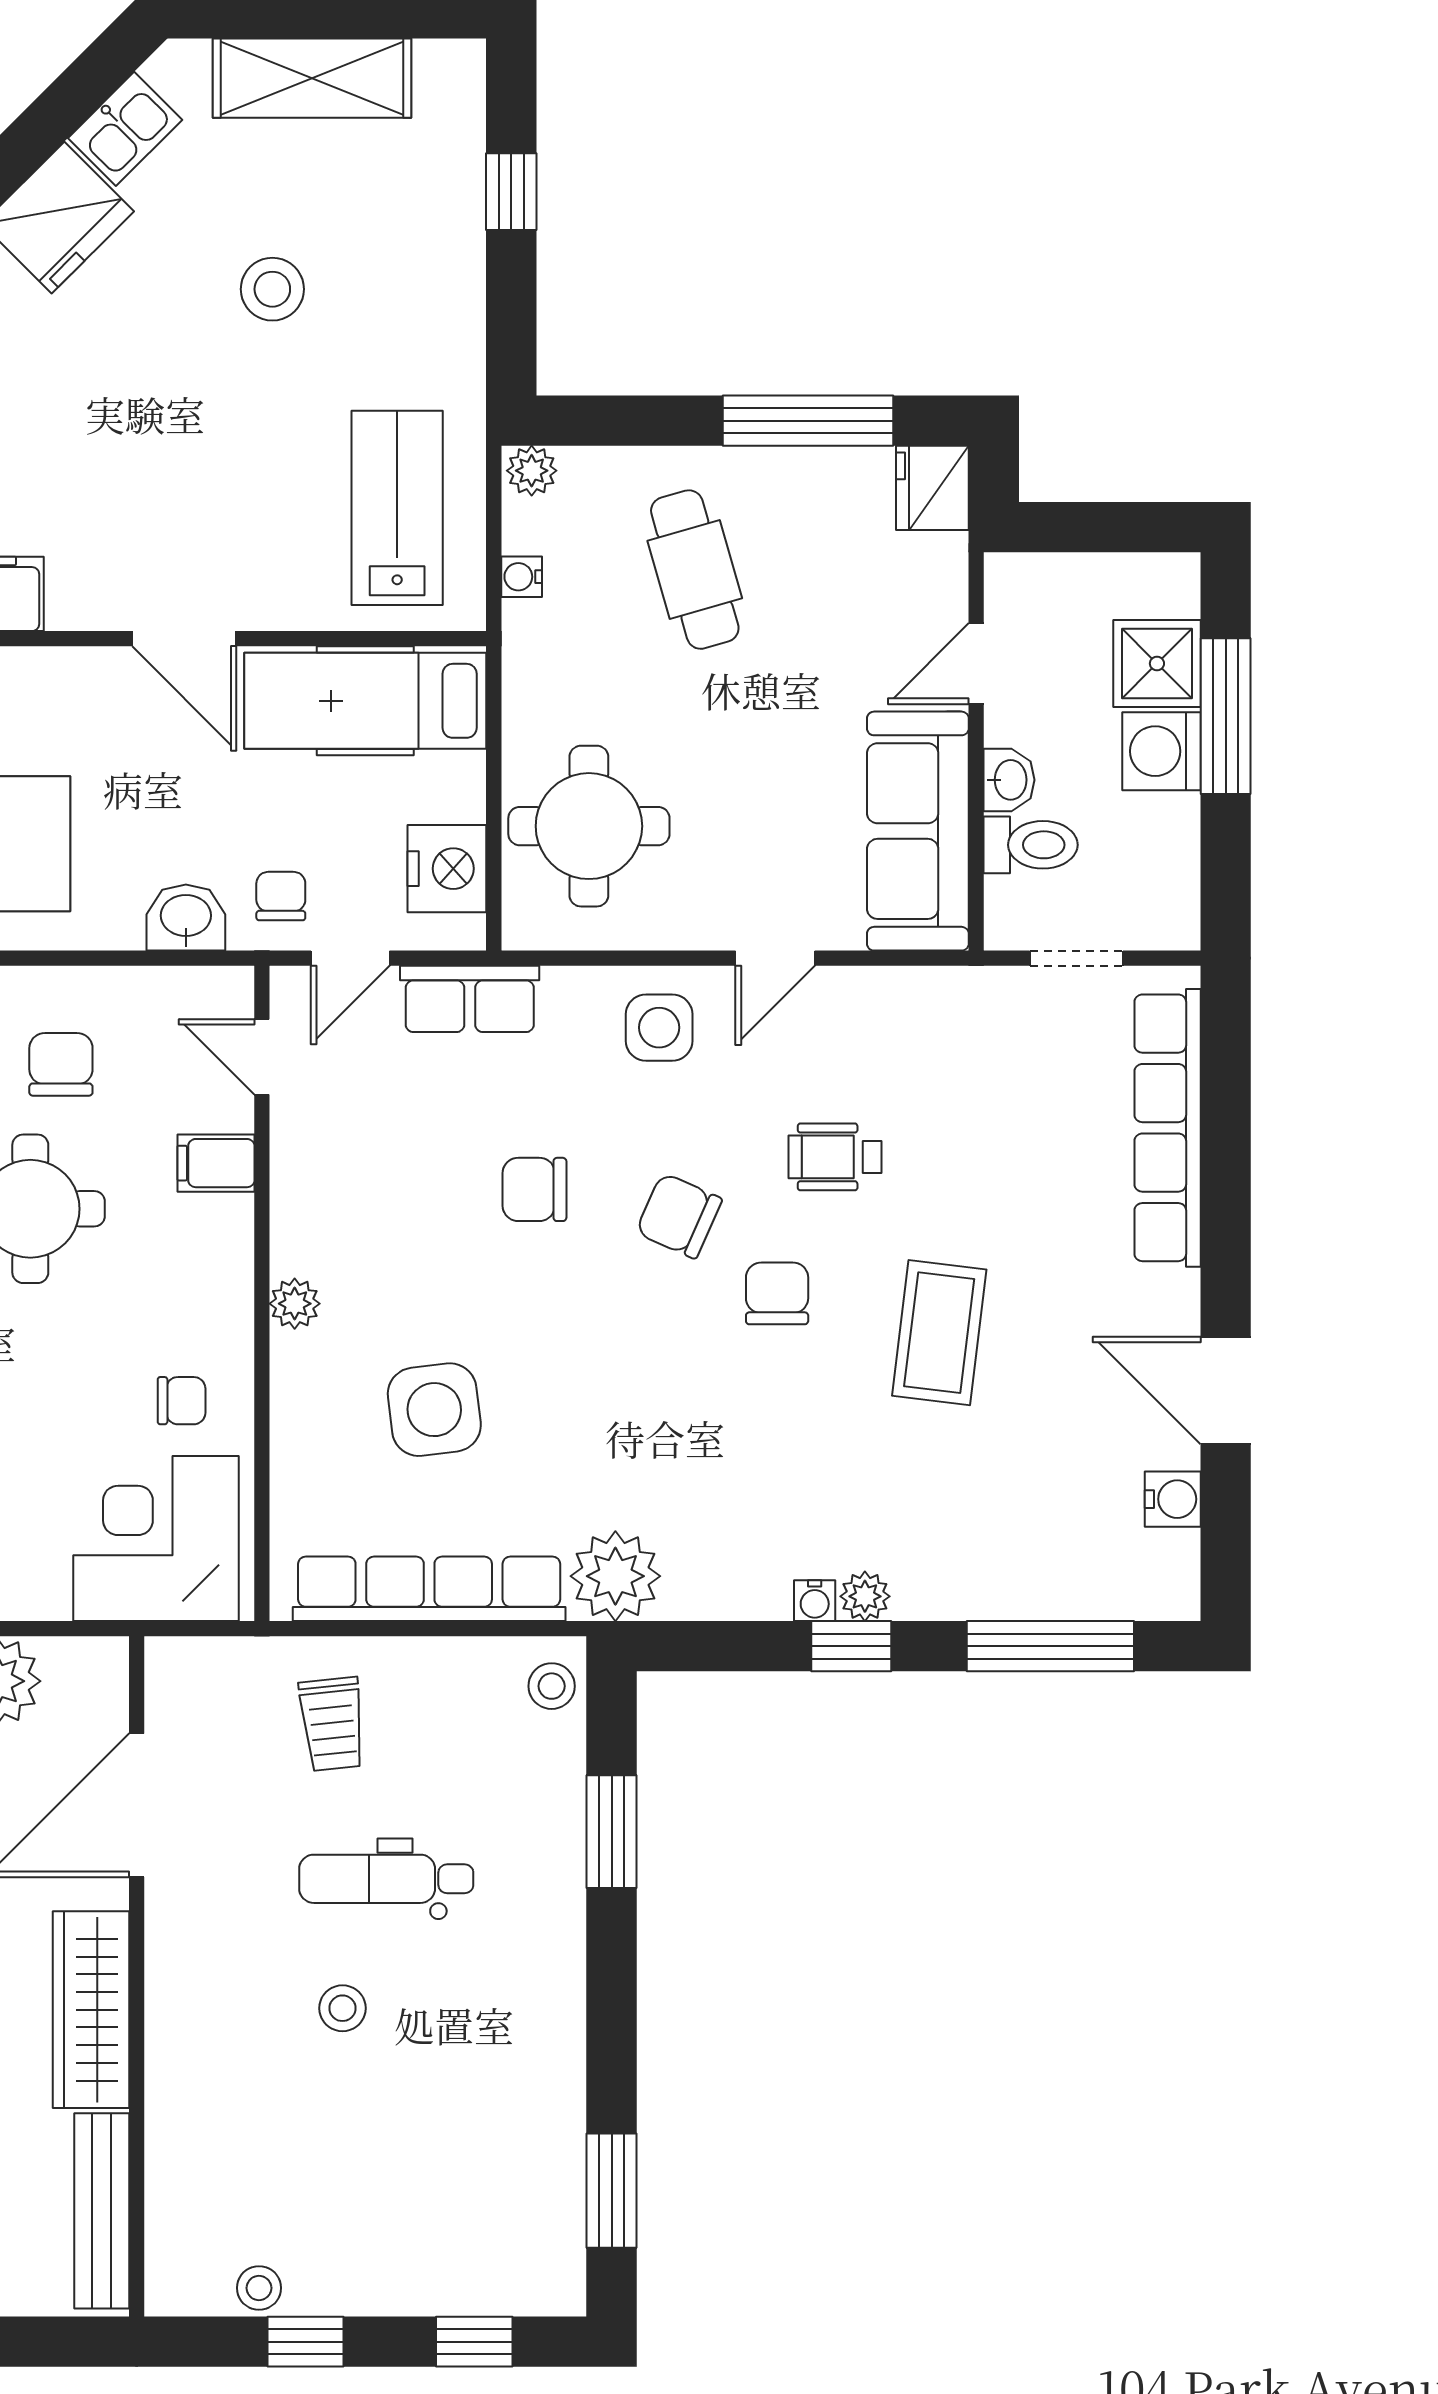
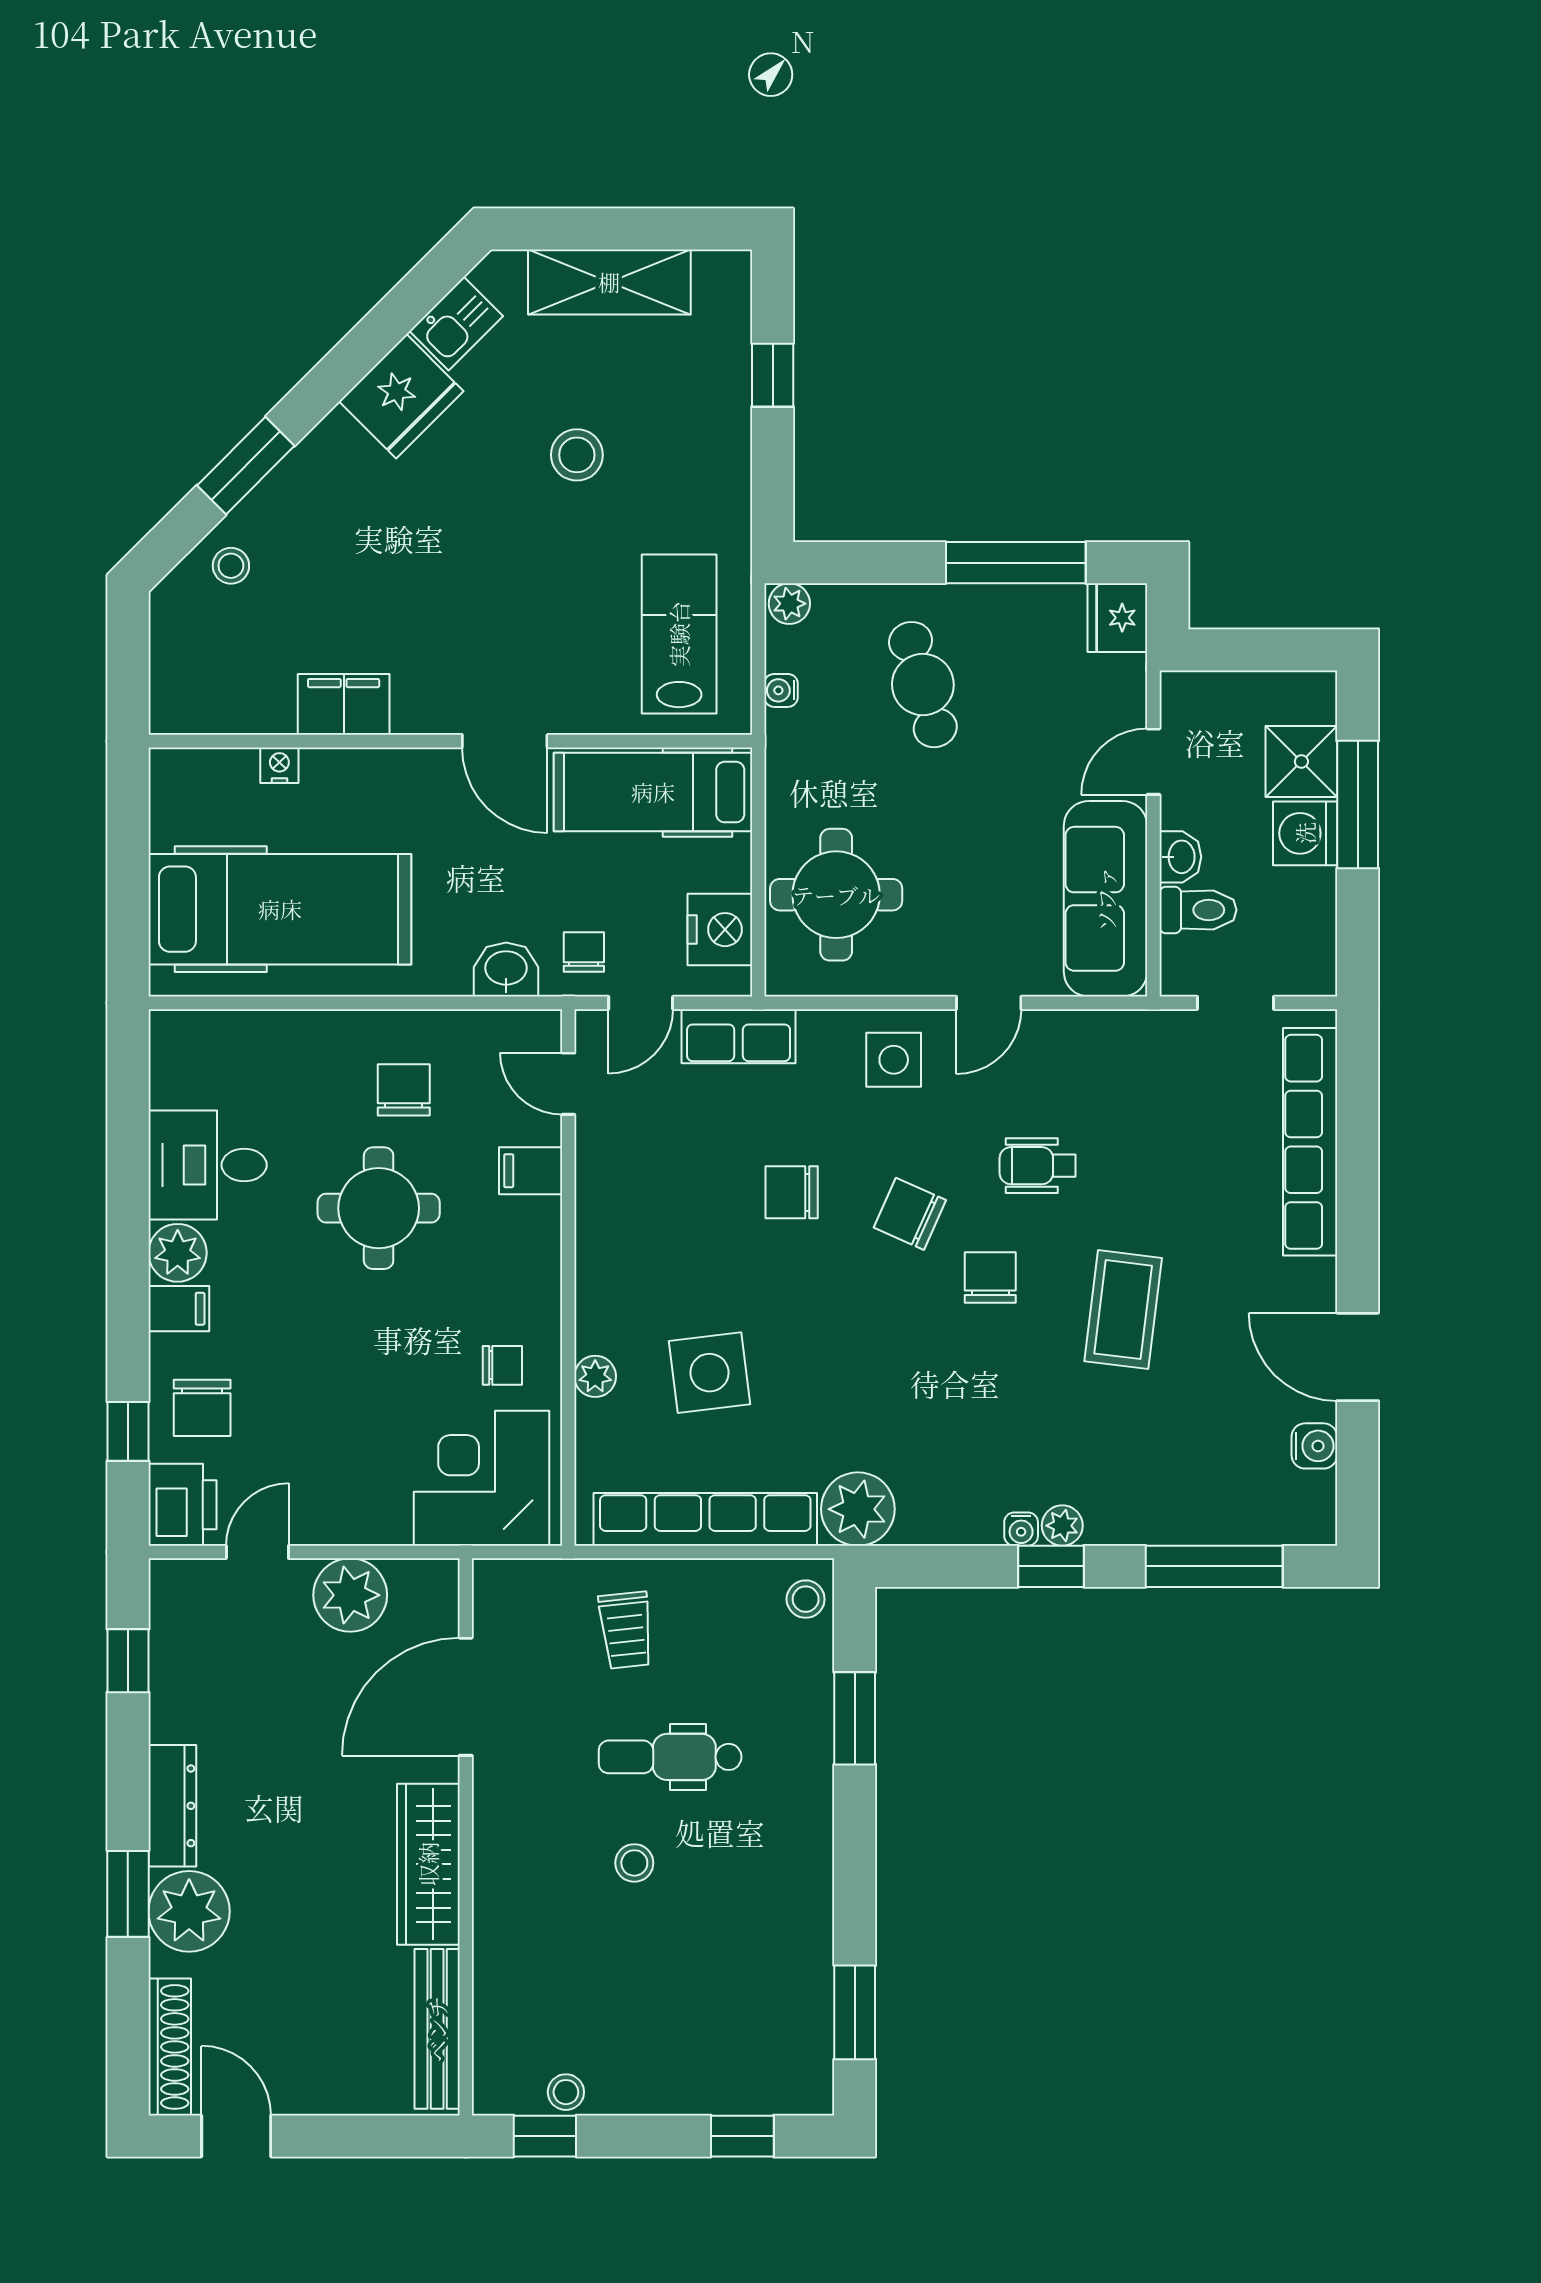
plant: (295, 1304) -> (595, 1376), moved
window: (306, 2342) -> (545, 2136), moved

